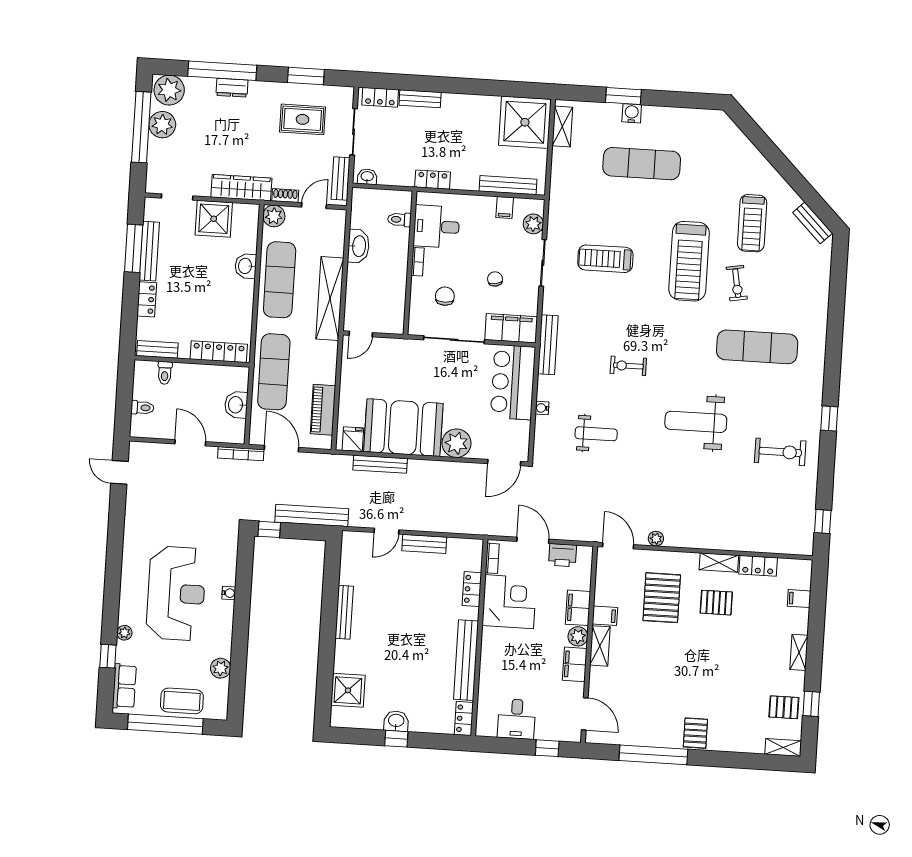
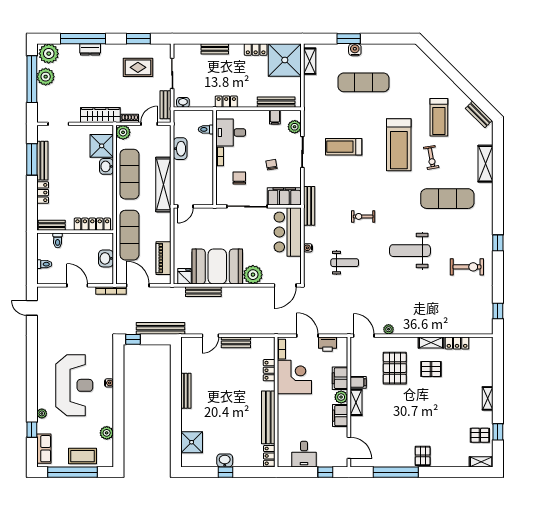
locker: (380, 97) -> (256, 50), moved
shower: (214, 219) -> (102, 146), moved
shelving: (818, 298) -> (485, 164), added
filing cabinet: (799, 599) -> (485, 363), removed

